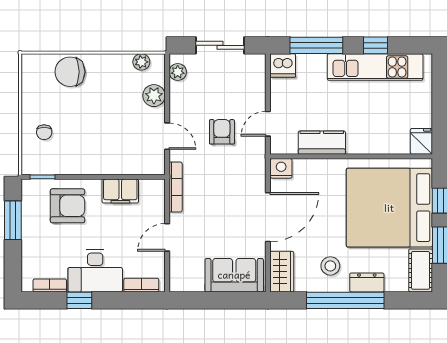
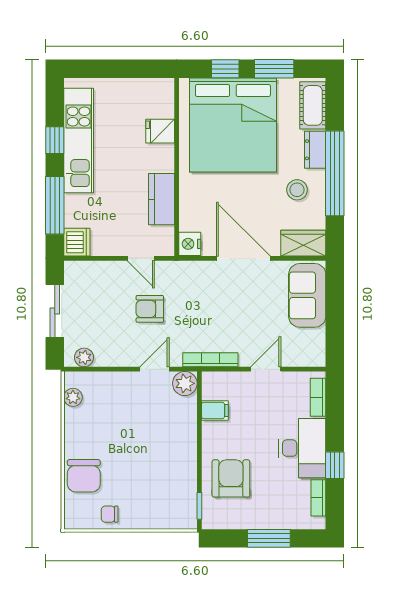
plant: (154, 96) -> (185, 383), moved
chair: (44, 132) -> (110, 514), moved, turned 180
fridge: (421, 141) -> (160, 131), moved
filing cabinet: (120, 191) -> (215, 411), width x0.50
window: (13, 220) -> (269, 538), moved
door: (167, 237) -> (266, 369), swing flipped
cot: (421, 270) -> (313, 105), moved, turned 90

